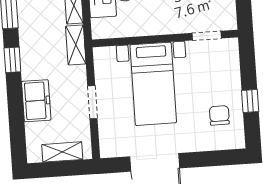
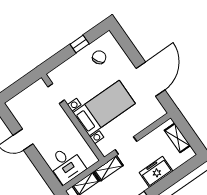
doorway: (92, 102) -> (126, 145), moved
chair: (219, 115) -> (99, 57), turned 148

